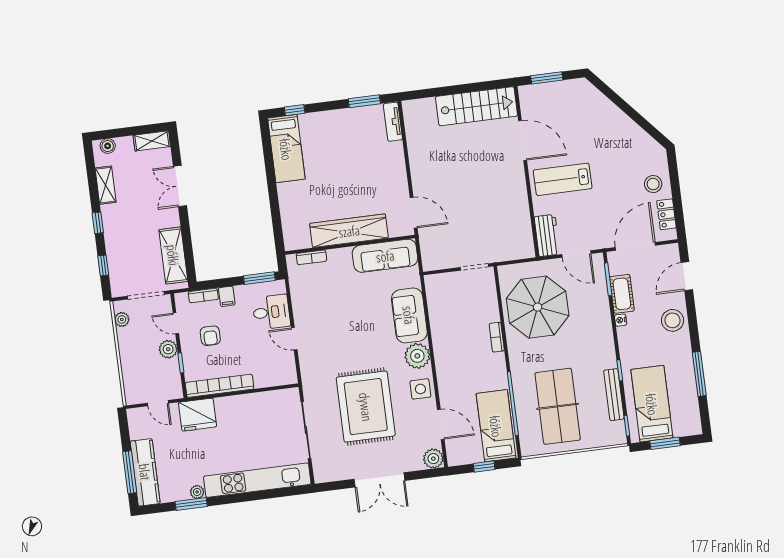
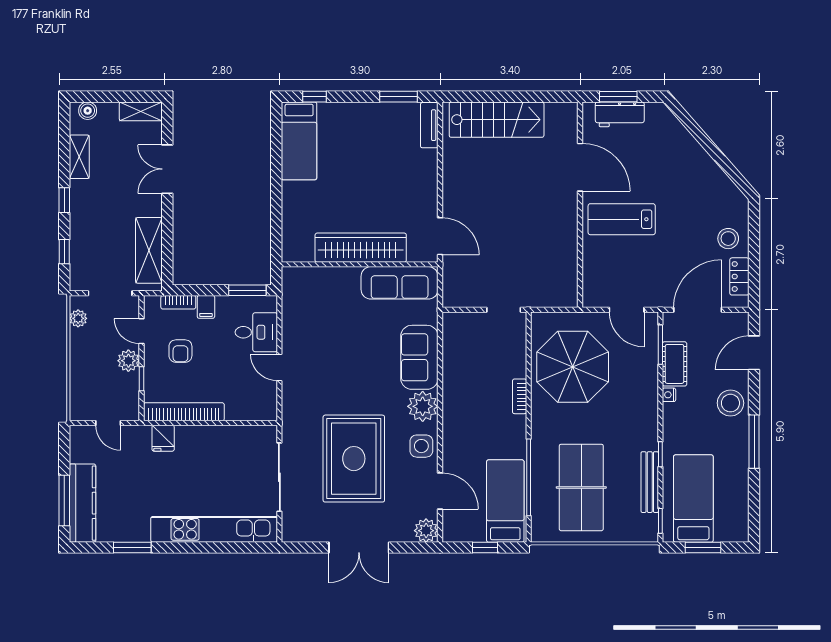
stairs: (477, 106) -> (497, 120), moved
workbench: (547, 235) -> (620, 114), moved, turned 90
bookcase: (311, 257) -> (312, 274), removed
window: (699, 374) -> (754, 442), moved
fridge: (198, 415) -> (163, 438), width x0.53, depth x0.75
plant: (197, 492) -> (141, 534), removed

